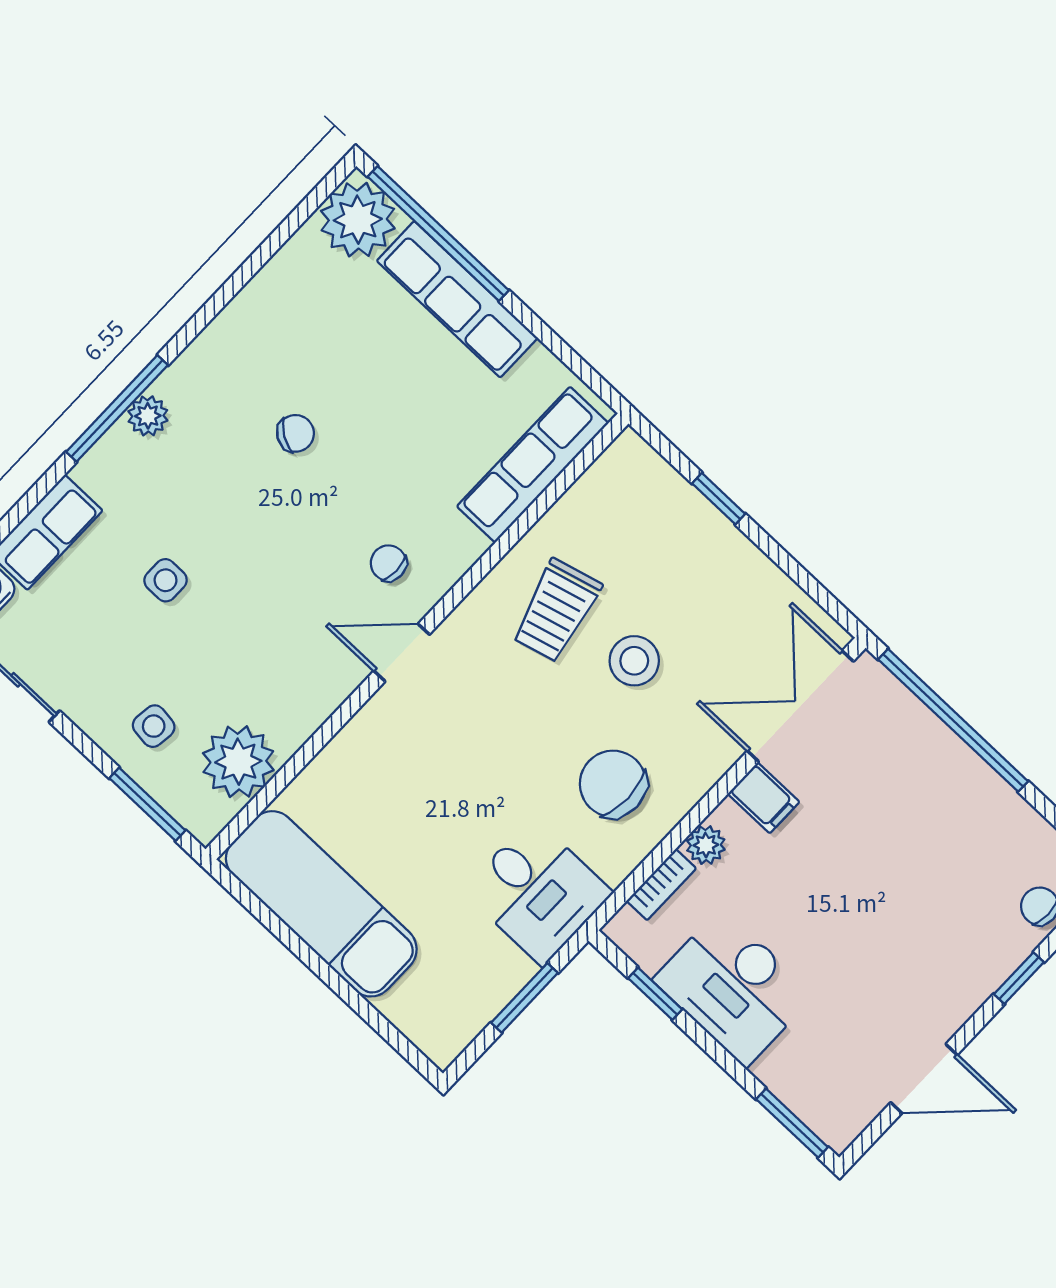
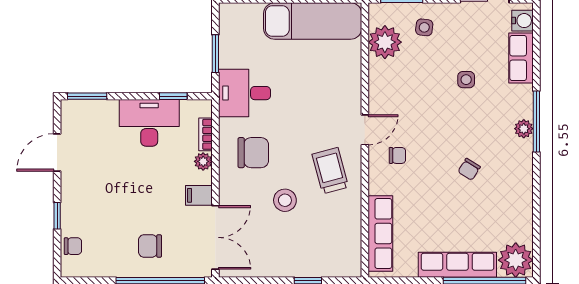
trolley: (556, 611) -> (330, 171), moved
chair: (917, 791) -> (150, 246), added

